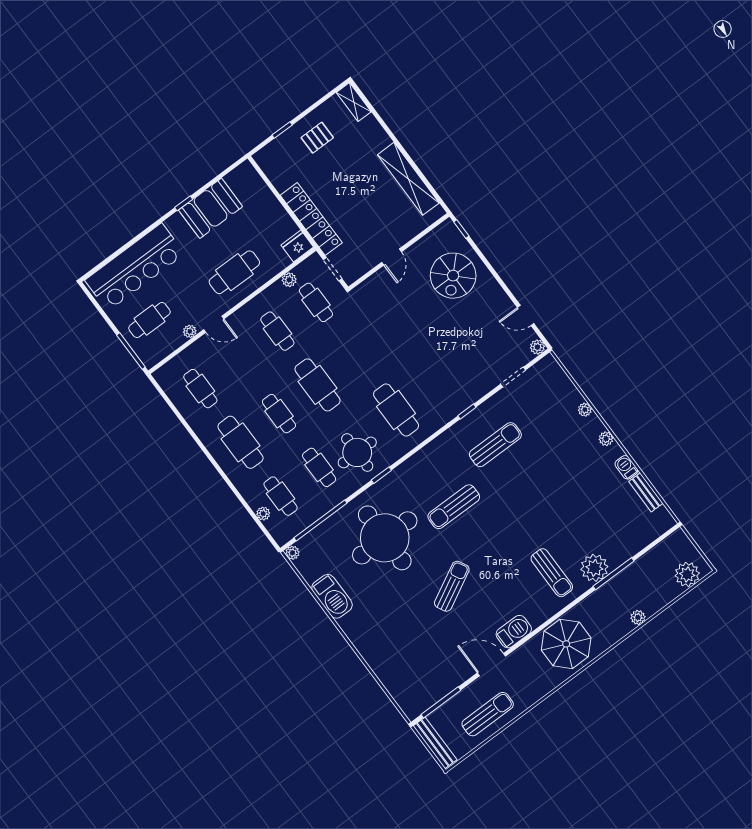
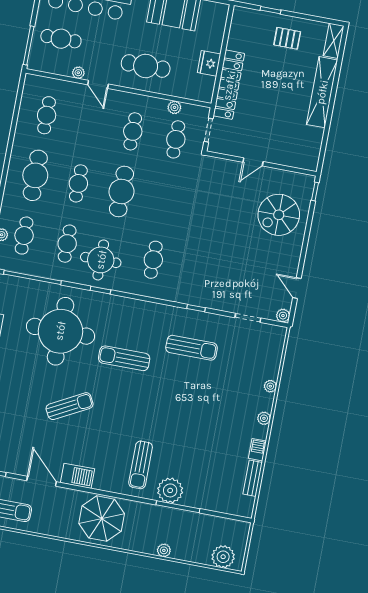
shelving: (408, 179) -> (322, 92), moved
fridge: (297, 246) -> (209, 63), moved, turned -90
cafe table: (396, 410) -> (153, 260), width x0.73, depth x0.74

